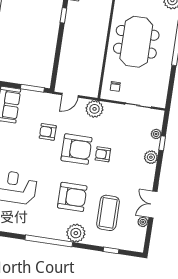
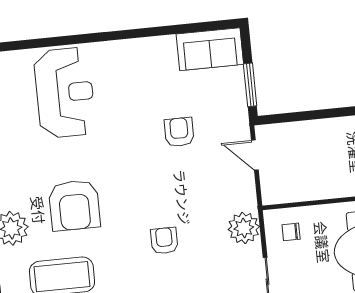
plant: (95, 109) -> (244, 228), moved
armchair: (76, 149) -> (162, 191), removed

